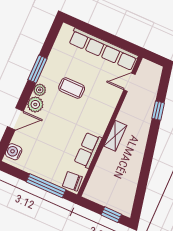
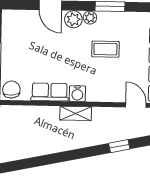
coffee table: (72, 88) -> (105, 49), turned 90
water cooler: (14, 152) -> (77, 94), moved, turned 180

